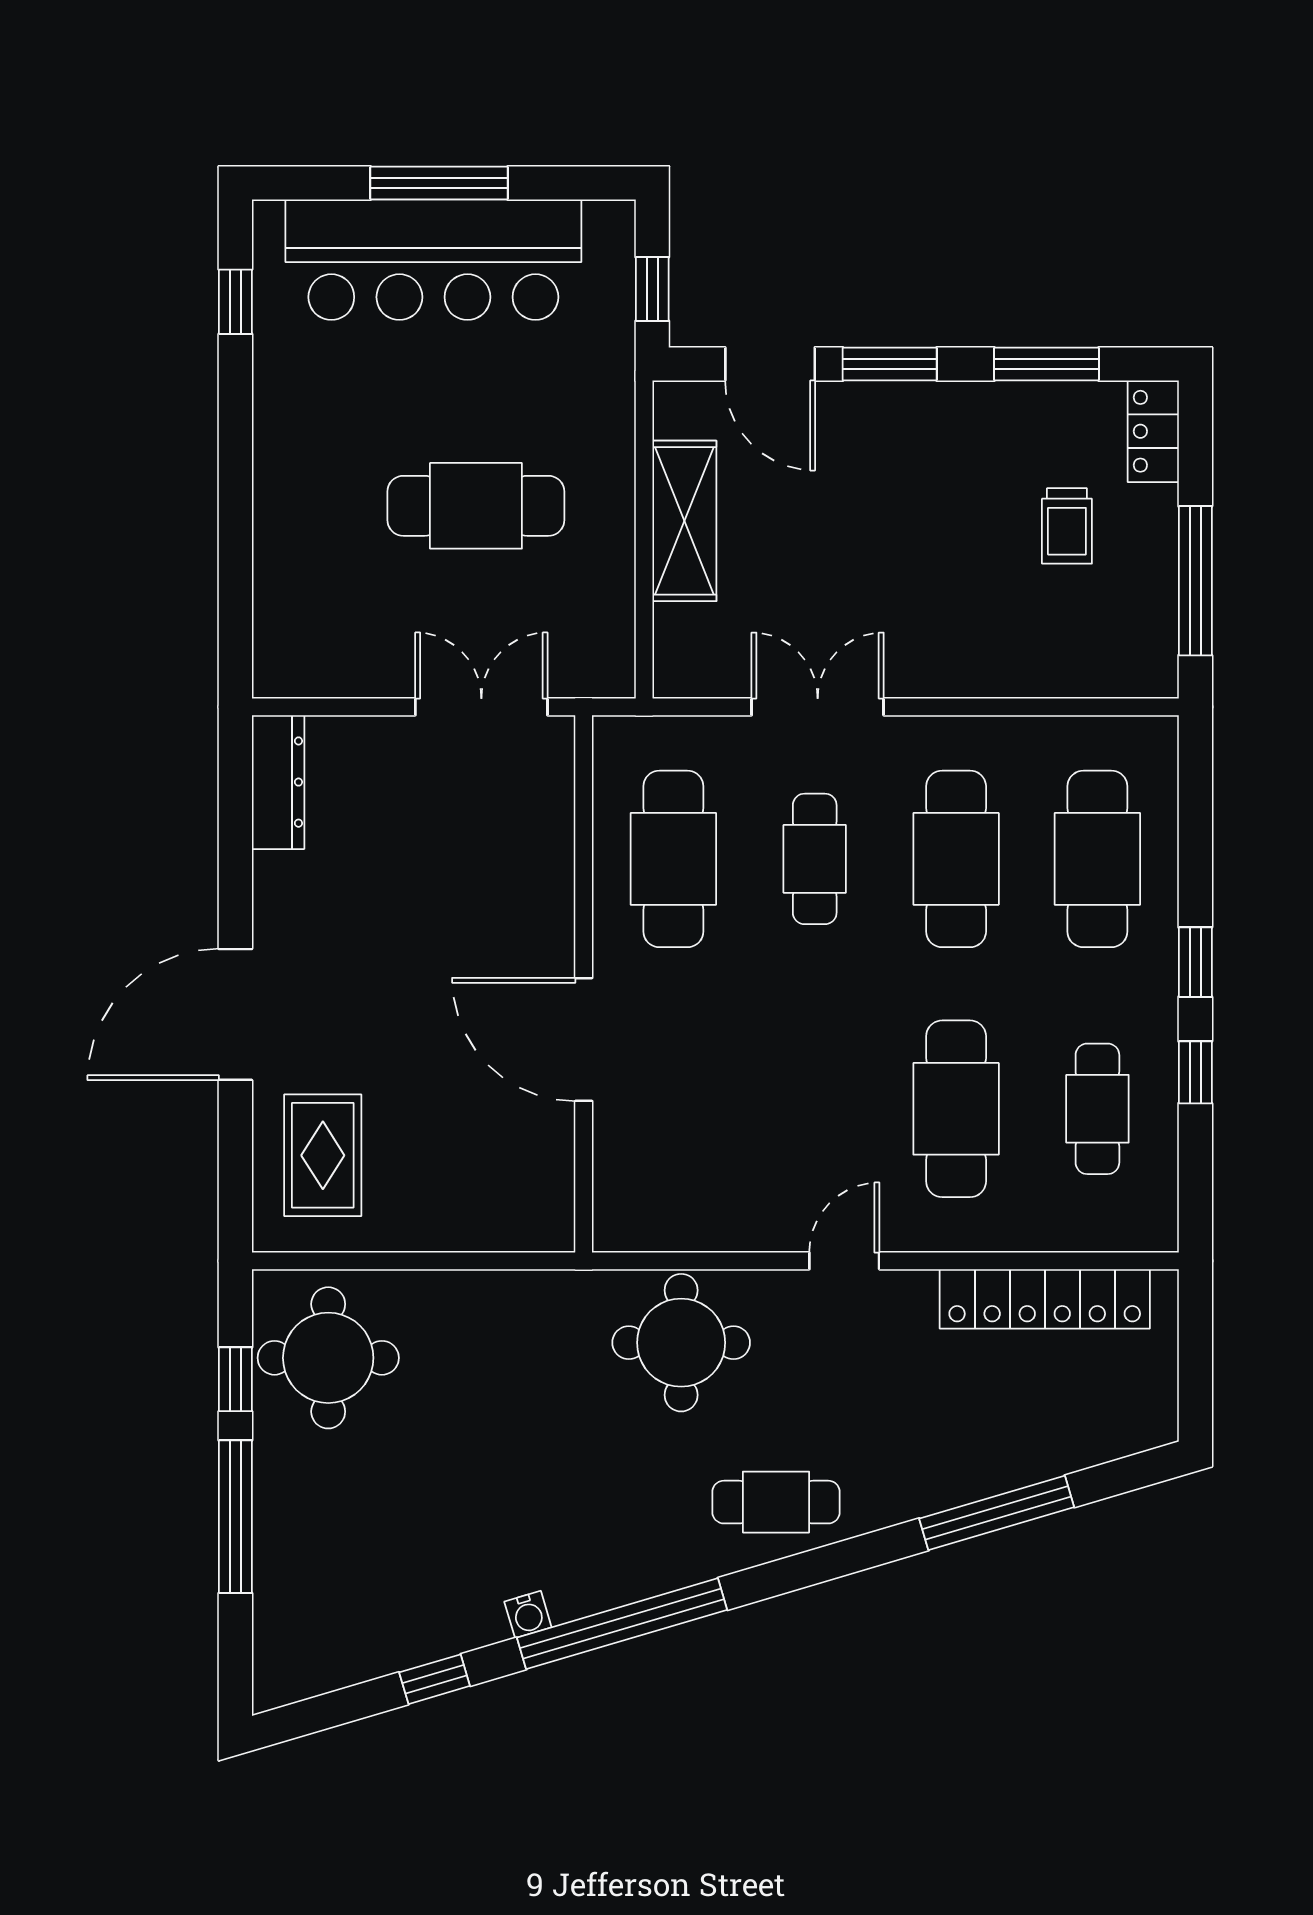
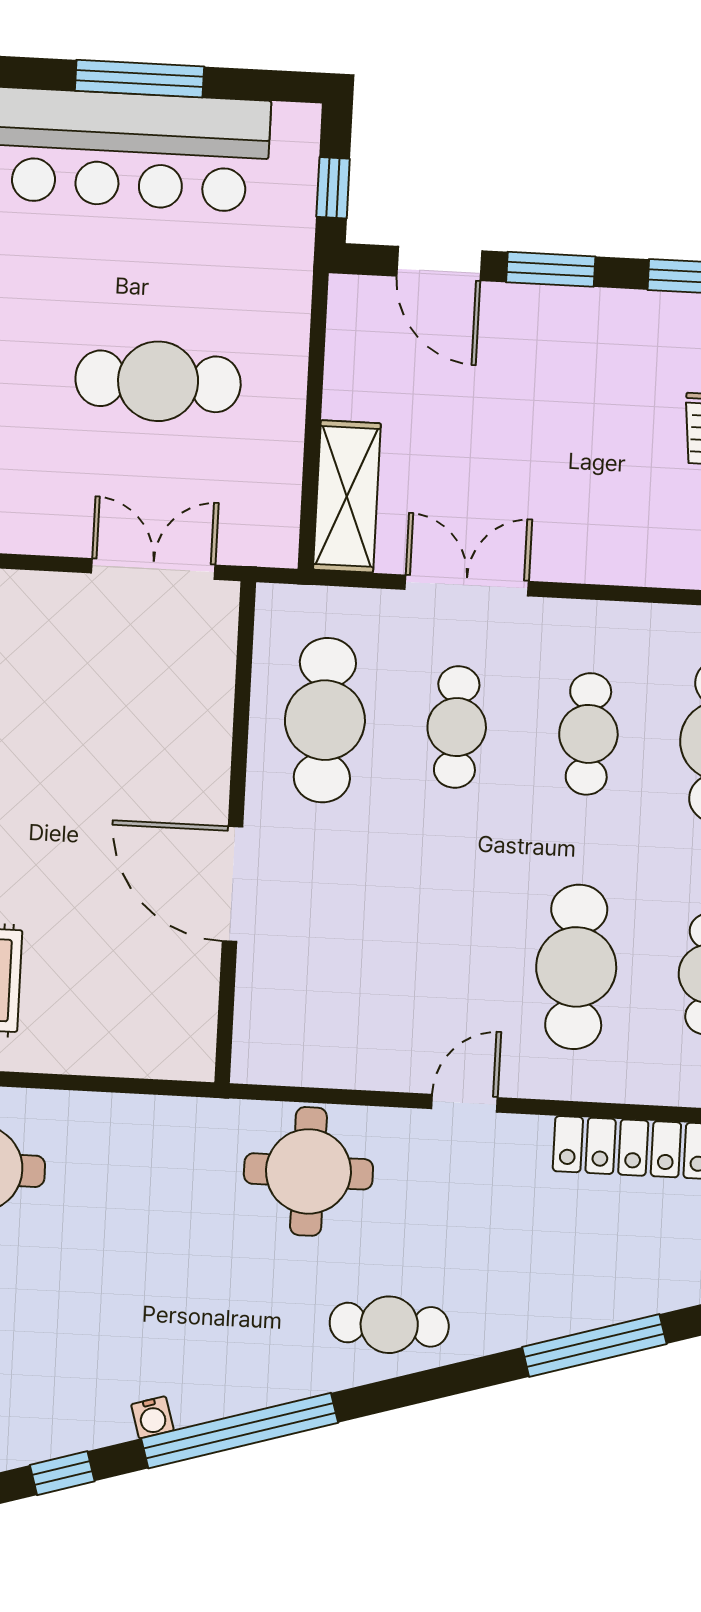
shelving: (684, 521) -> (347, 496), moved
cafe table: (956, 859) -> (588, 734), width x0.73, depth x0.74

